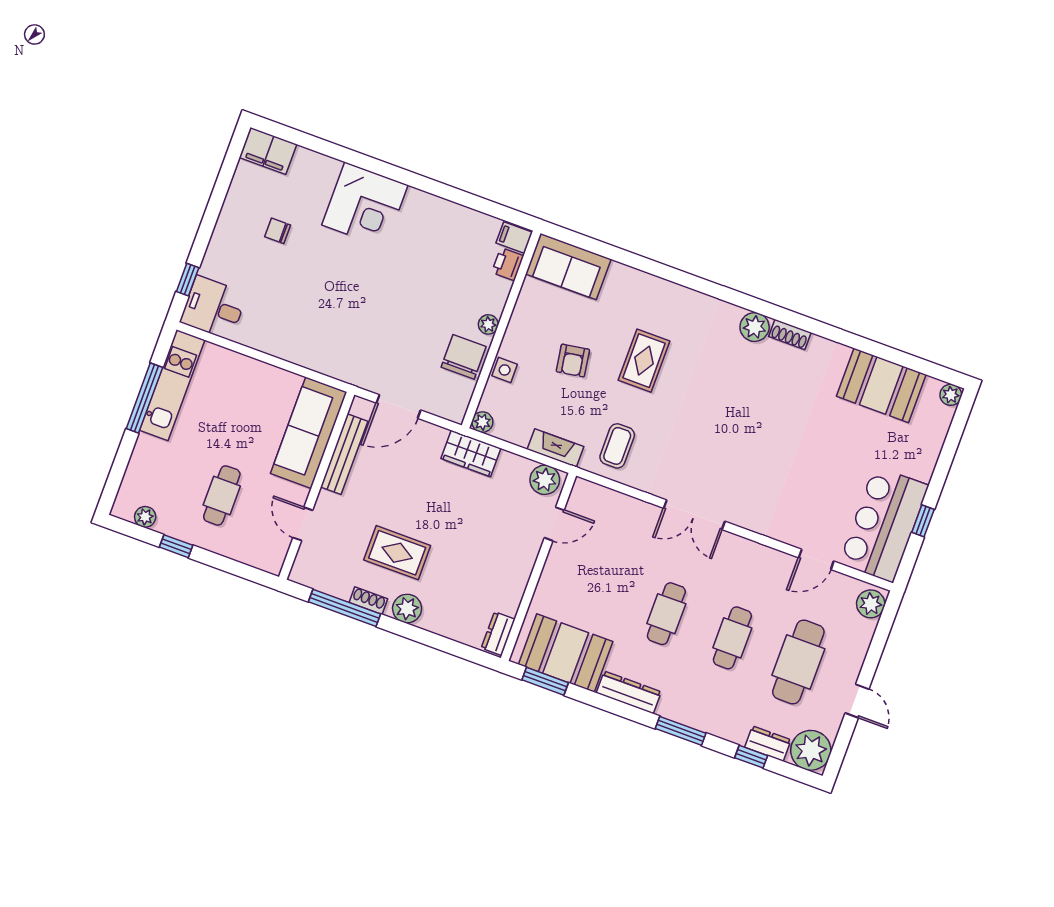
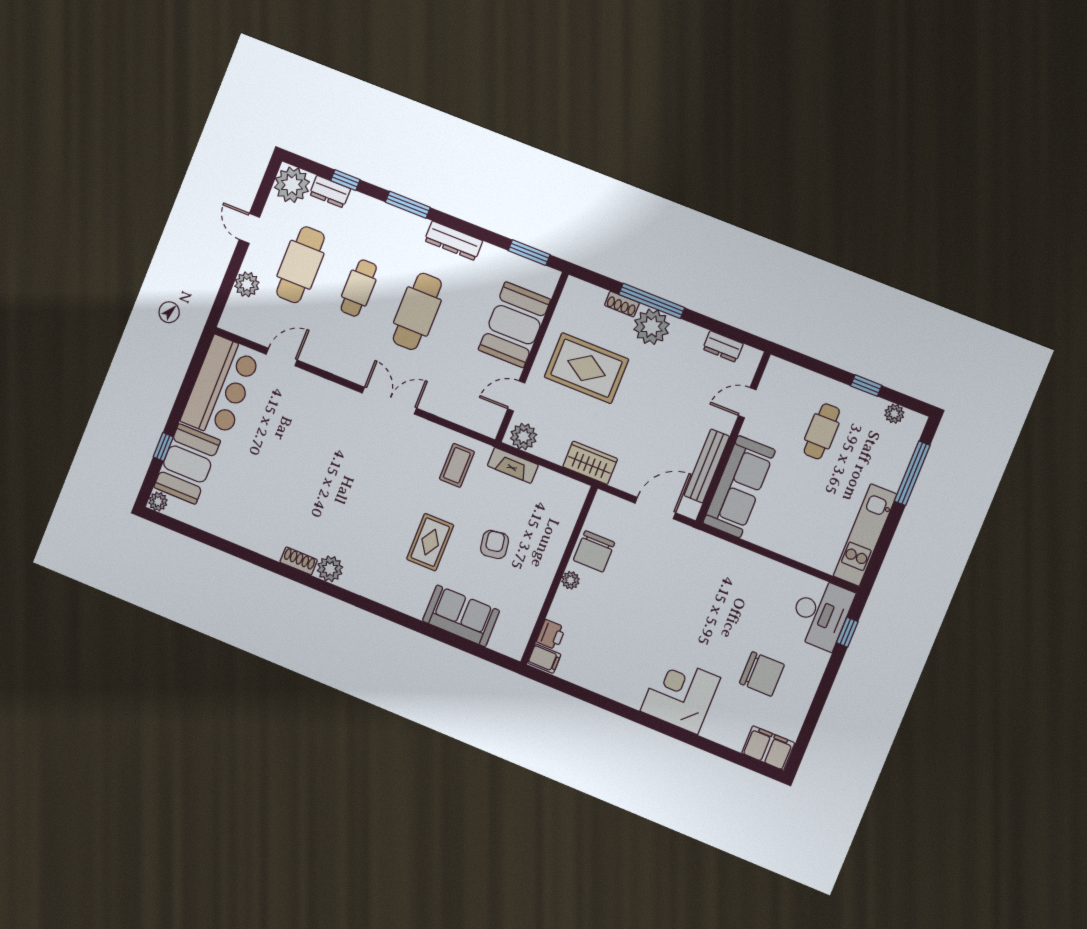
chair: (278, 231) -> (762, 674), width x1.87, depth x1.87
sofa: (568, 267) -> (461, 616), moved
desk: (214, 308) -> (821, 614), width x1.37
side table: (505, 370) -> (557, 538), removed
booth: (881, 385) -> (187, 464), moved, turned 90
window: (144, 398) -> (912, 473), moved
plant: (482, 422) -> (579, 491), removed
window: (923, 521) -> (163, 447), moved
door: (303, 524) -> (747, 403), swing flipped
rug: (397, 553) -> (586, 368), moved, width x1.36, depth x1.43
shoe rack: (368, 601) -> (622, 304), moved
plant: (871, 604) -> (247, 284), moved
window: (344, 608) -> (652, 301), moved
plant: (407, 609) -> (651, 327), width x1.36, depth x1.36
cafe table: (666, 614) -> (417, 311), width x1.37, depth x1.35
dresser: (498, 634) -> (723, 346), moved, turned 90
booth: (566, 653) -> (514, 325), moved, turned 90

